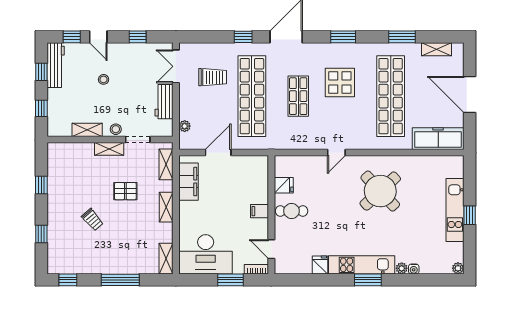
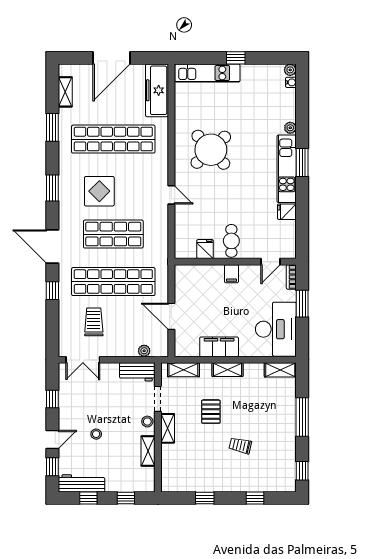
shop shelf: (298, 96) -> (113, 234), width x1.43, depth x1.36
workbench: (164, 102) -> (137, 372), moved
filing cabinet: (188, 182) -> (219, 347), moved
kitchen unit: (455, 210) -> (207, 73), moved
trolley: (92, 220) -> (240, 446), turned -126
water cooler: (414, 269) -> (291, 82), moved

